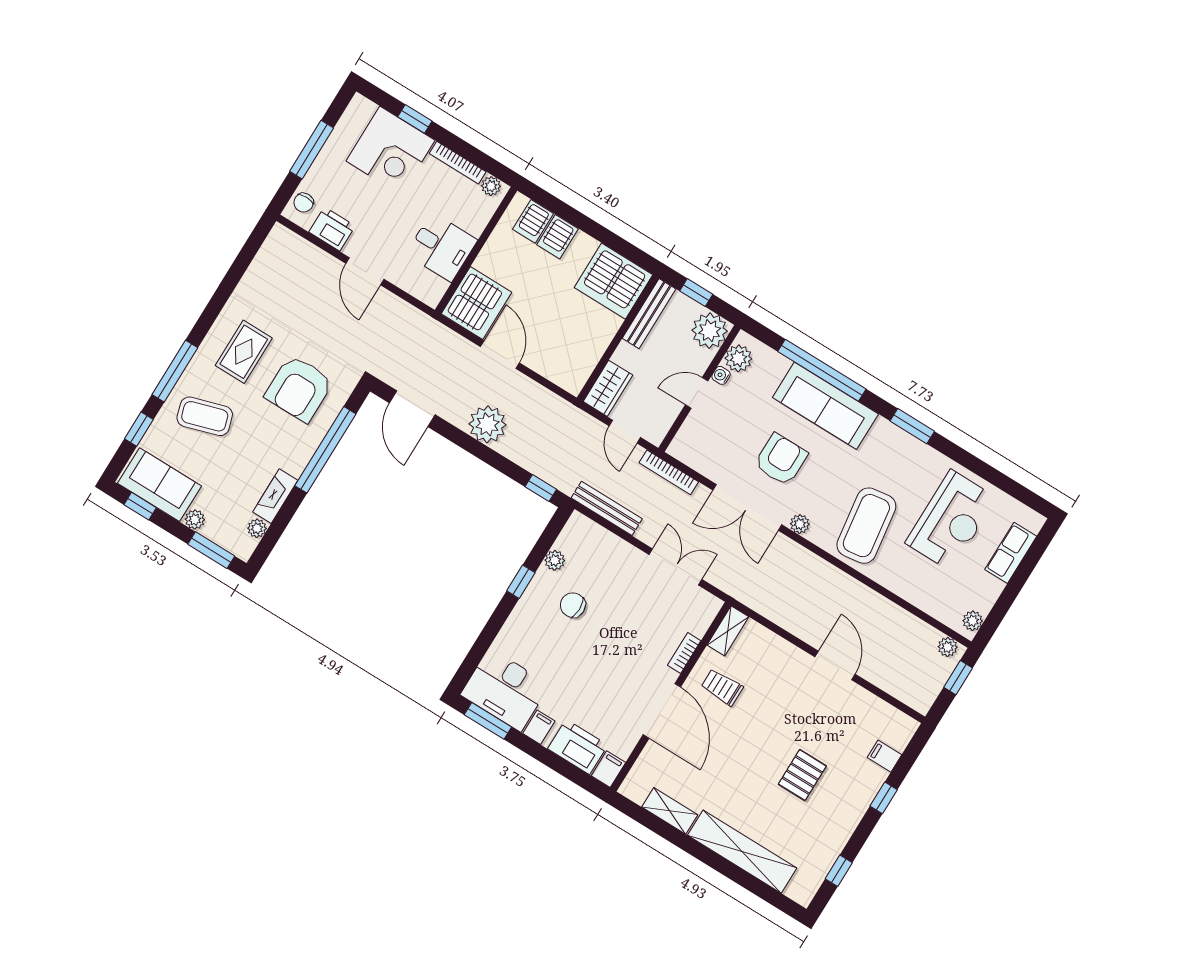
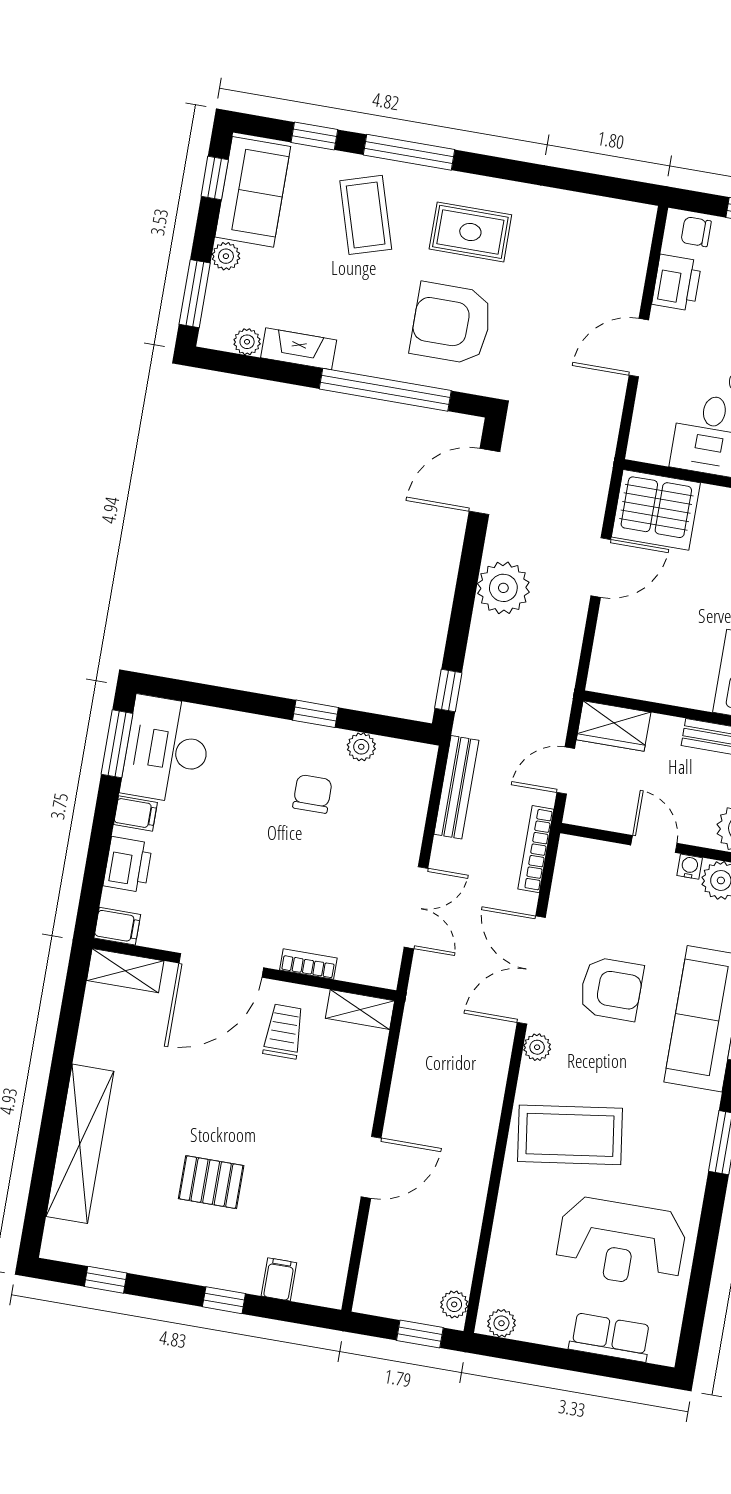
printer: (578, 747) -> (128, 865), width x0.73, depth x0.84
shelving: (670, 811) -> (125, 971), moved, turned 90

